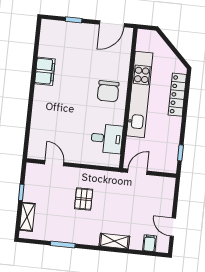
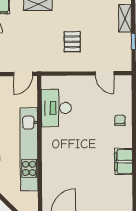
chair: (108, 91) -> (120, 120), moved, width x0.54, depth x0.54
desk: (107, 139) -> (56, 108), width x1.37

